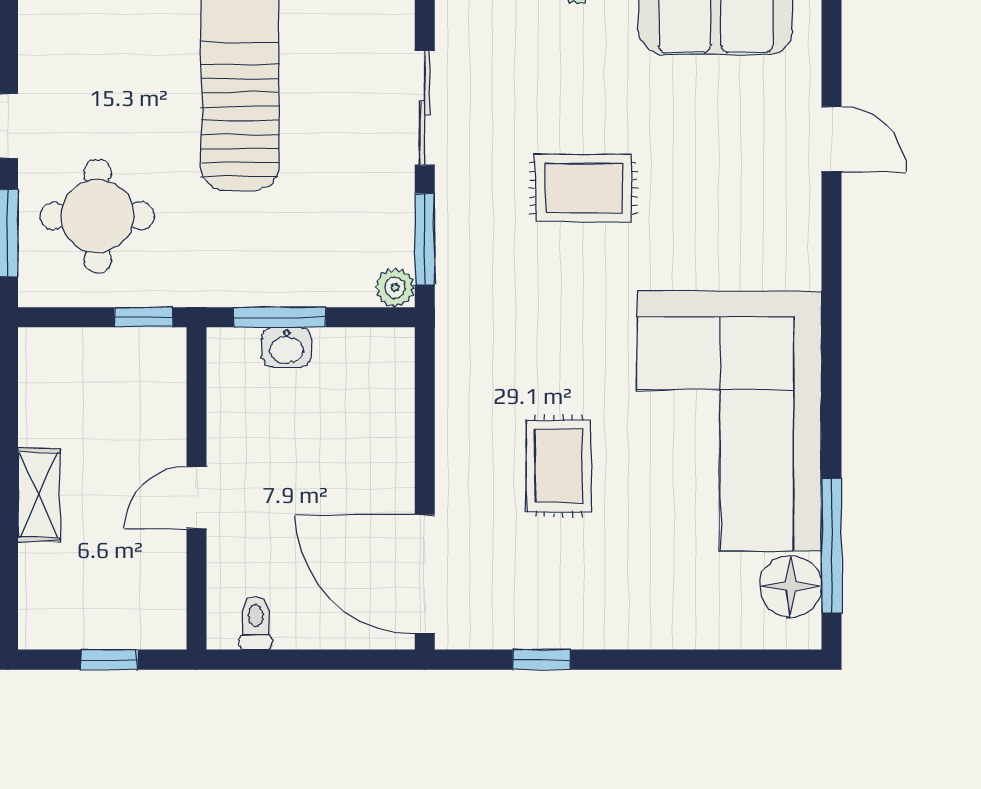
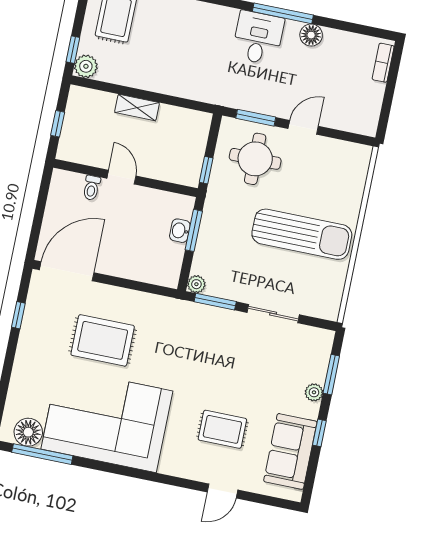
rug: (583, 188) -> (222, 429), moved, turned 90
rug: (559, 466) -> (103, 340), width x1.36, depth x1.43
toilet: (256, 623) -> (92, 188), moved, turned 90

